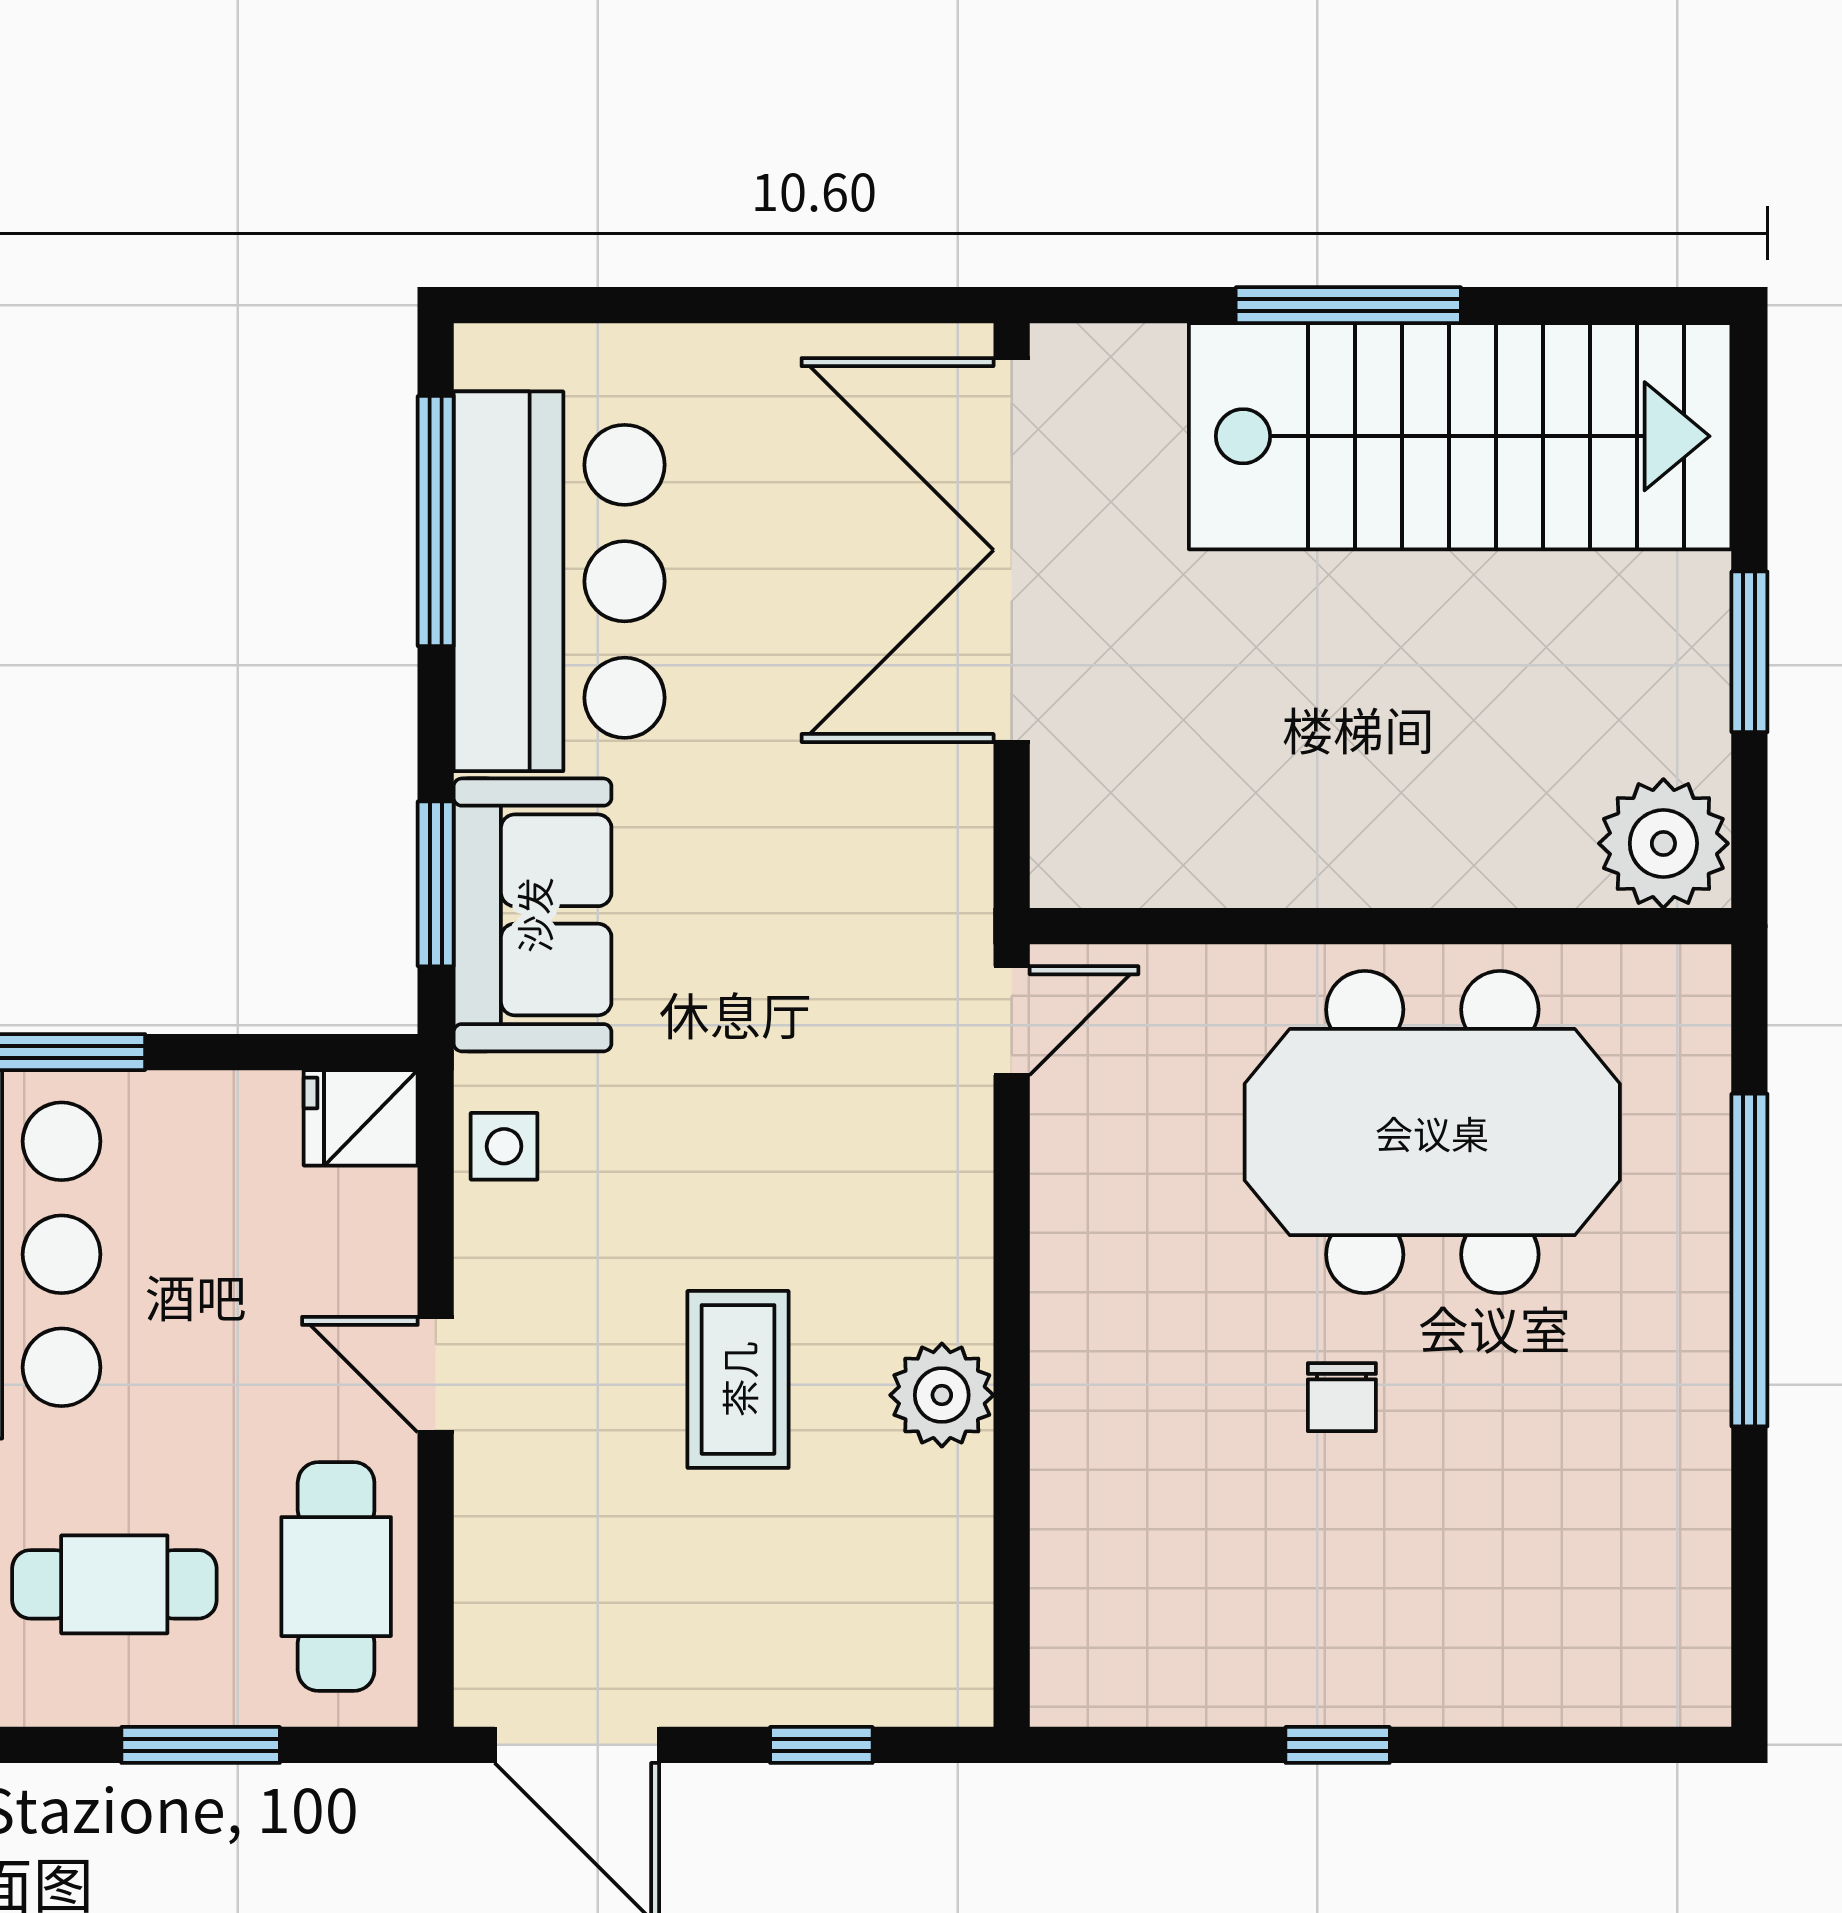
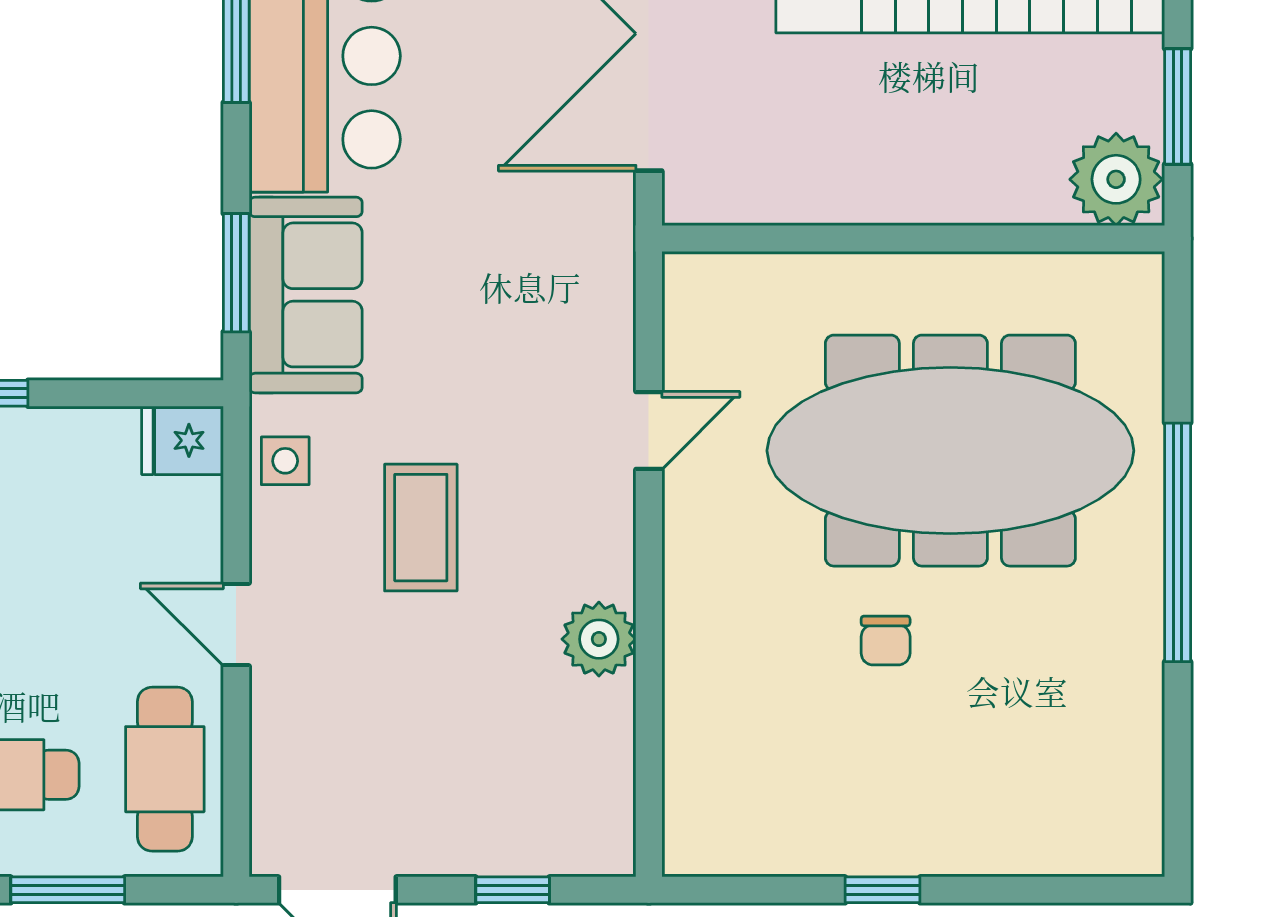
plant: (1663, 843) -> (1116, 179), moved
wall: (1380, 926) -> (913, 238), moved
door: (1012, 1021) -> (649, 430), moved
meeting table: (1432, 1132) -> (950, 451), width x1.36
coffee table: (738, 1379) -> (421, 528), moved

